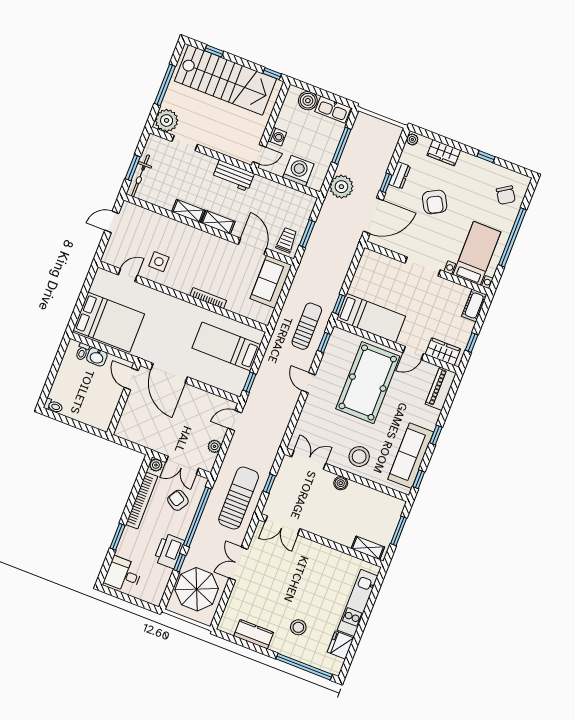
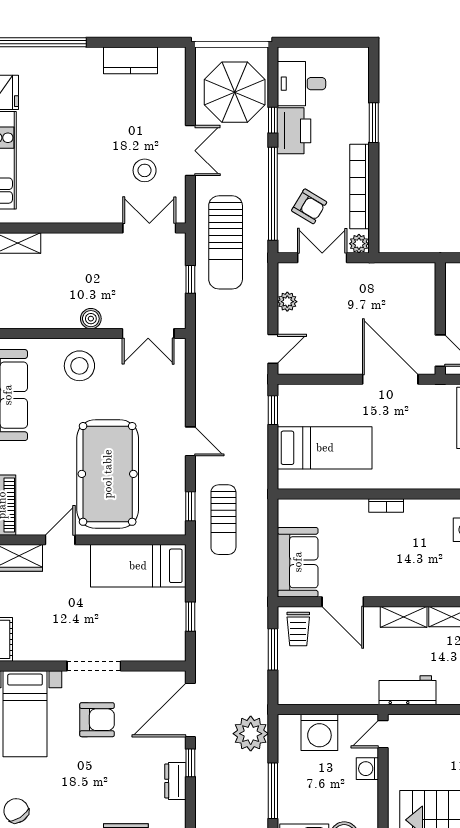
armchair: (435, 202) -> (97, 720), moved, turned 119
bookcase: (208, 298) -> (386, 505), width x0.64
window: (339, 304) -> (190, 617), moved
desk: (123, 574) -> (301, 84), moved, turned 180
stool: (298, 627) -> (145, 170), moved

